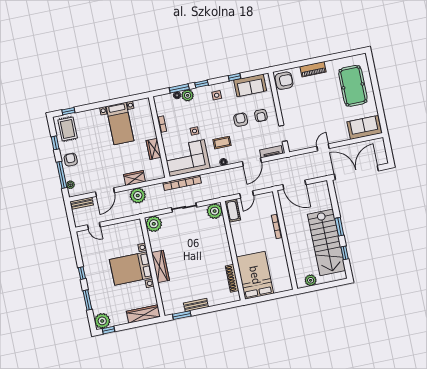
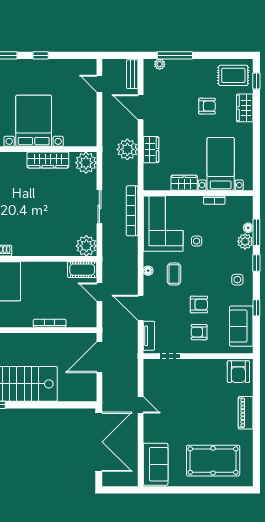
wardrobe: (90, 116) -> (245, 108), added
bed with nightstands: (120, 123) -> (221, 164), moved, turned 90
window: (55, 143) -> (218, 55), removed
armchair: (71, 160) -> (207, 106), moved
door: (94, 226) -> (99, 84), hinge flipped
window: (339, 227) -> (32, 405), removed
wardrobe: (160, 266) -> (48, 160), moved

